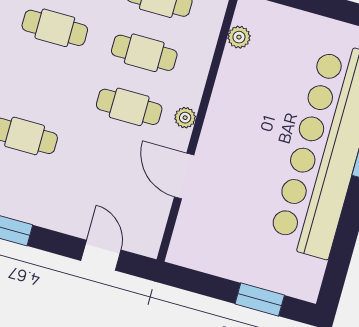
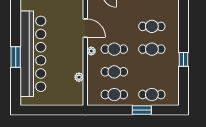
cafe table: (55, 28) -> (152, 49), moved
plant: (239, 37) -> (79, 77), moved

